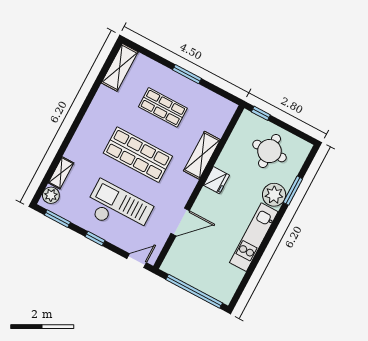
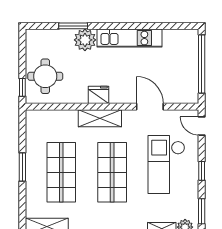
shop shelf: (163, 107) -> (61, 172), width x1.43, depth x1.36
round table: (269, 151) -> (45, 76), moved
shelving: (202, 155) -> (100, 118), moved

